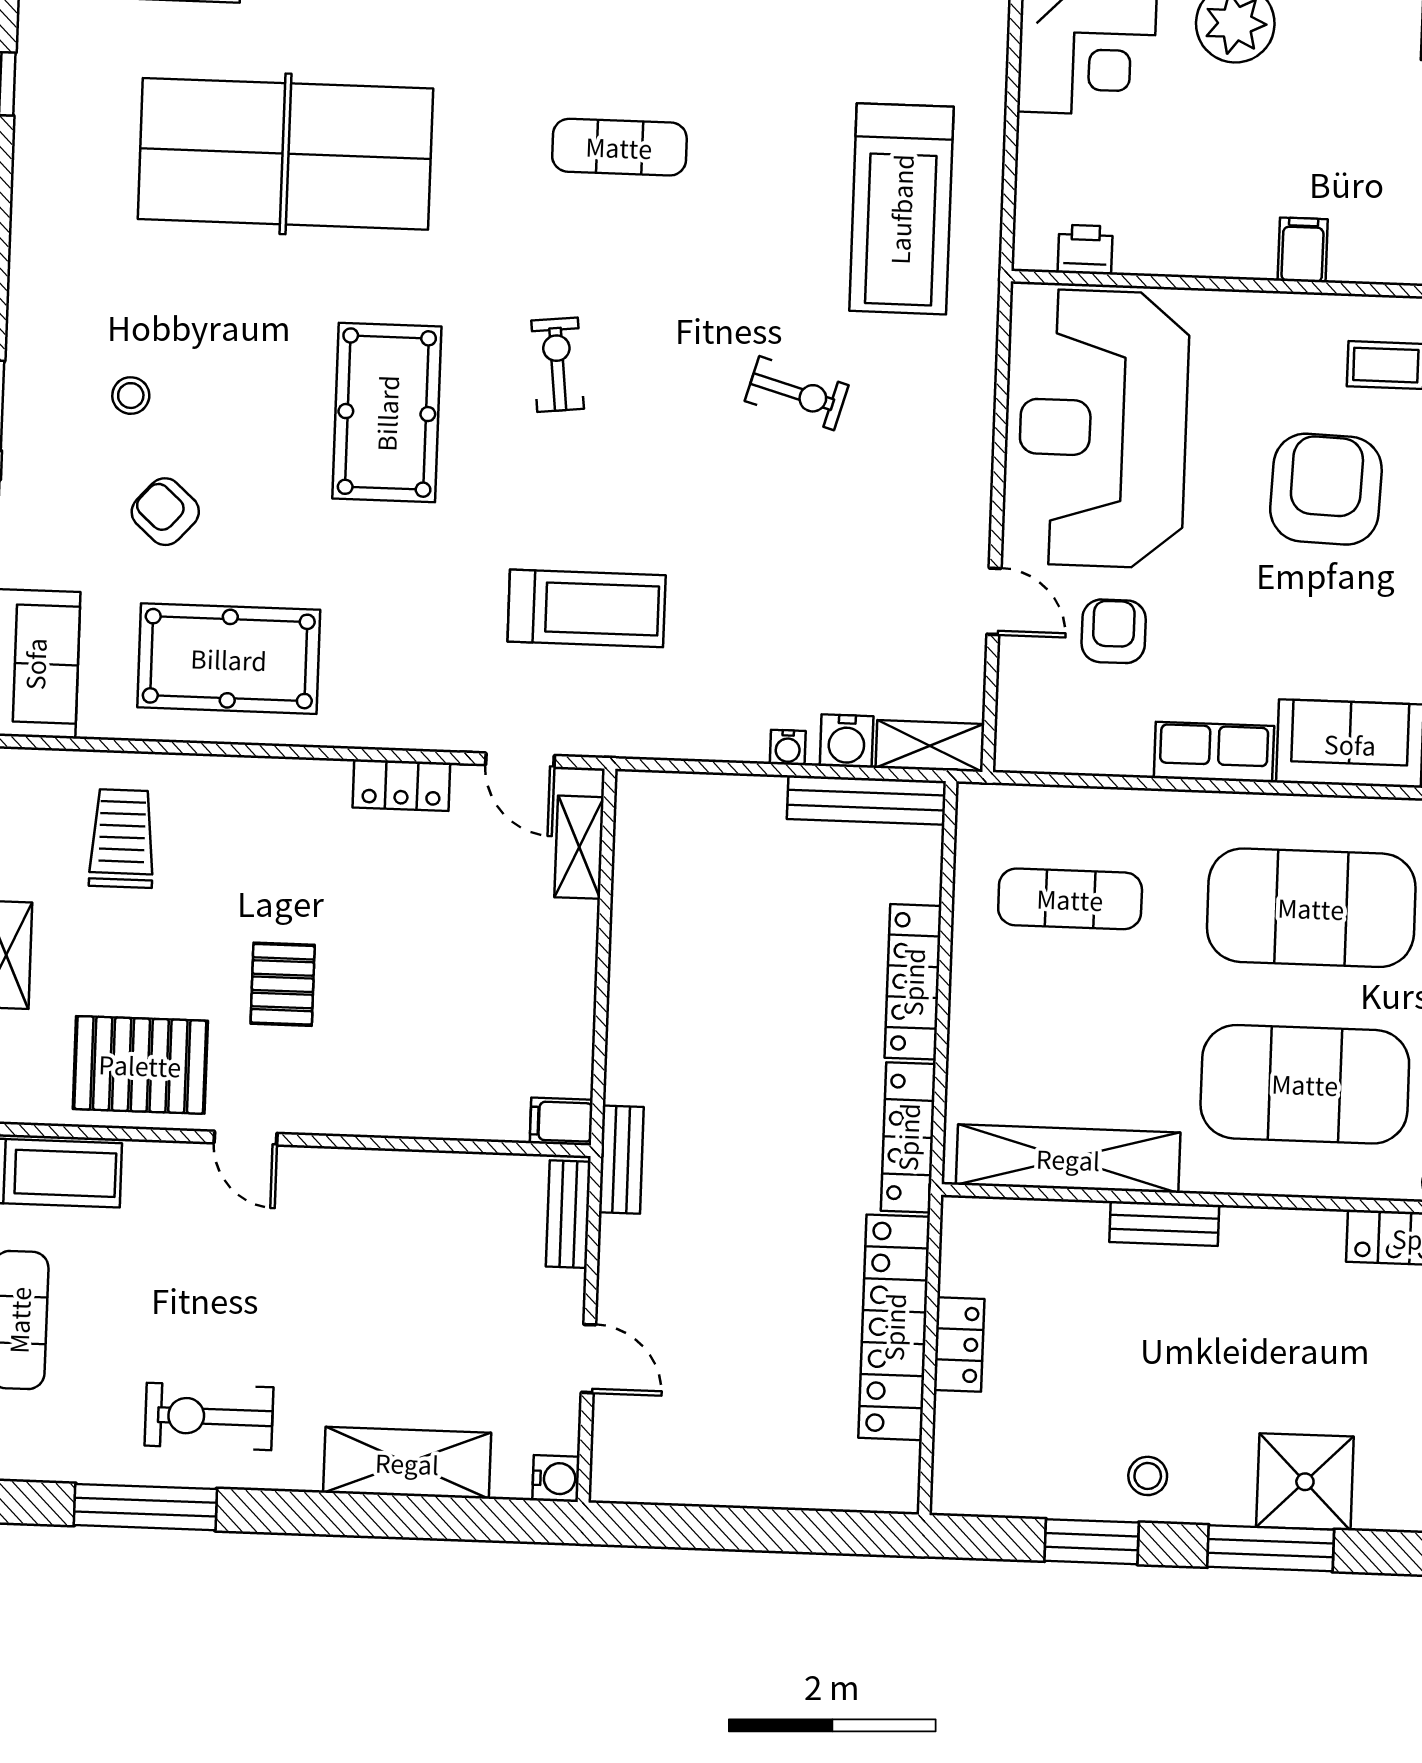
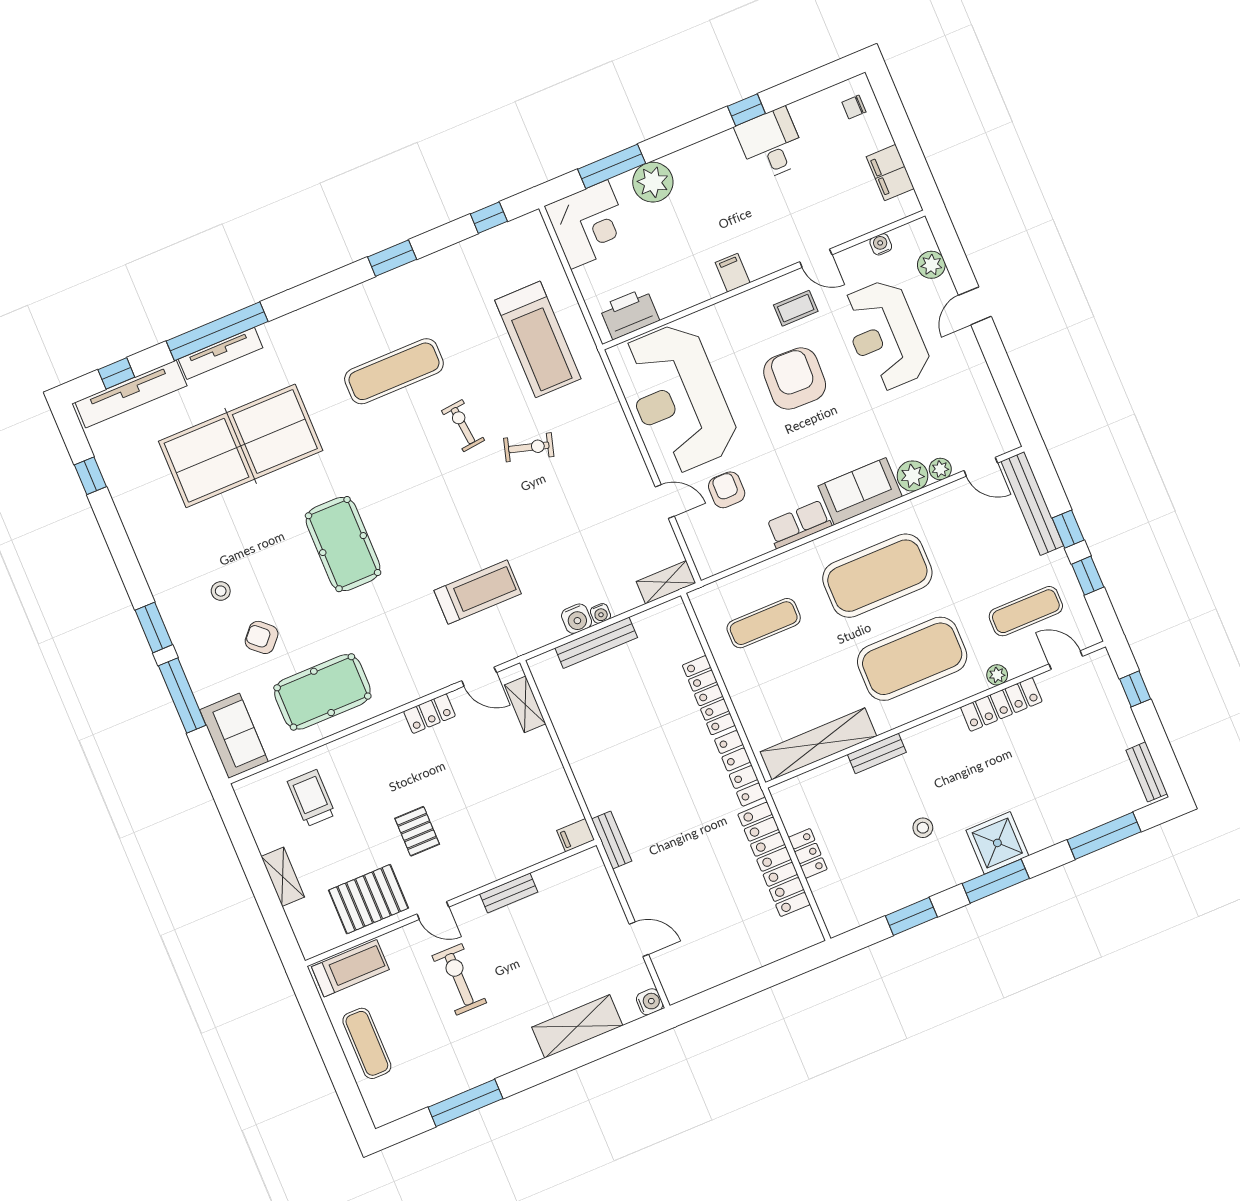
exercise mat: (619, 147) -> (394, 371), width x1.36, depth x1.45
printer: (1085, 249) -> (629, 314), width x1.87, depth x1.48
exercise bike: (558, 365) -> (463, 426), moved
water cooler: (847, 741) -> (577, 619), moved
bench: (866, 800) -> (596, 643), moved
bench: (568, 1214) -> (509, 893), moved, turned 90
exercise bike: (209, 1416) -> (459, 979), moved, turned 90
stool: (1148, 1476) -> (923, 828), moved

